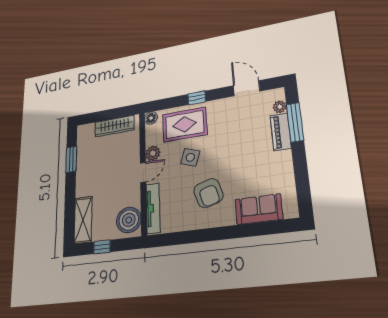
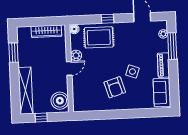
piano: (281, 132) -> (163, 65), moved
side table: (190, 157) -> (132, 72), moved
tv unit: (153, 208) -> (77, 94), removed
sofa: (259, 209) -> (162, 92), moved, turned -90
shelving: (83, 220) -> (26, 91), width x1.47

